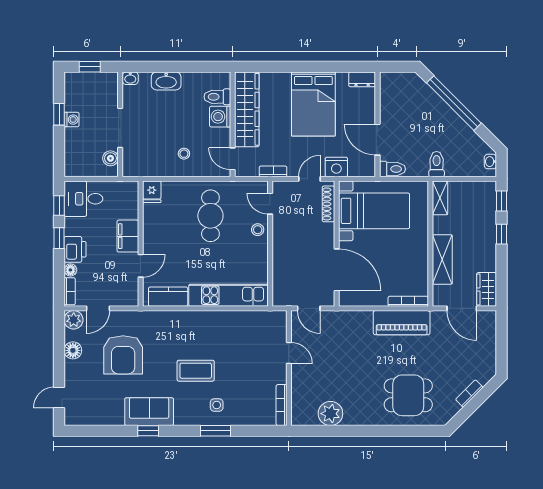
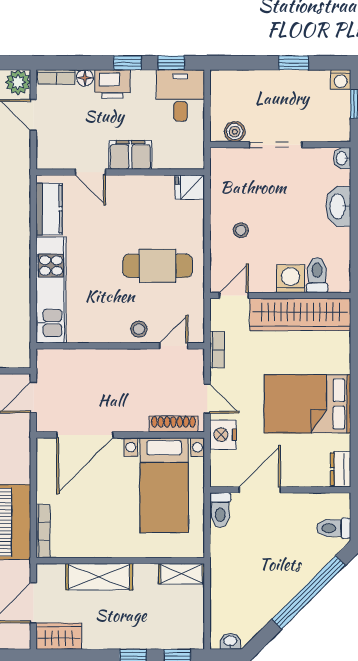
washing machine: (72, 120) -> (341, 80), moved
toilet: (437, 164) -> (334, 528), moved, turned 180

